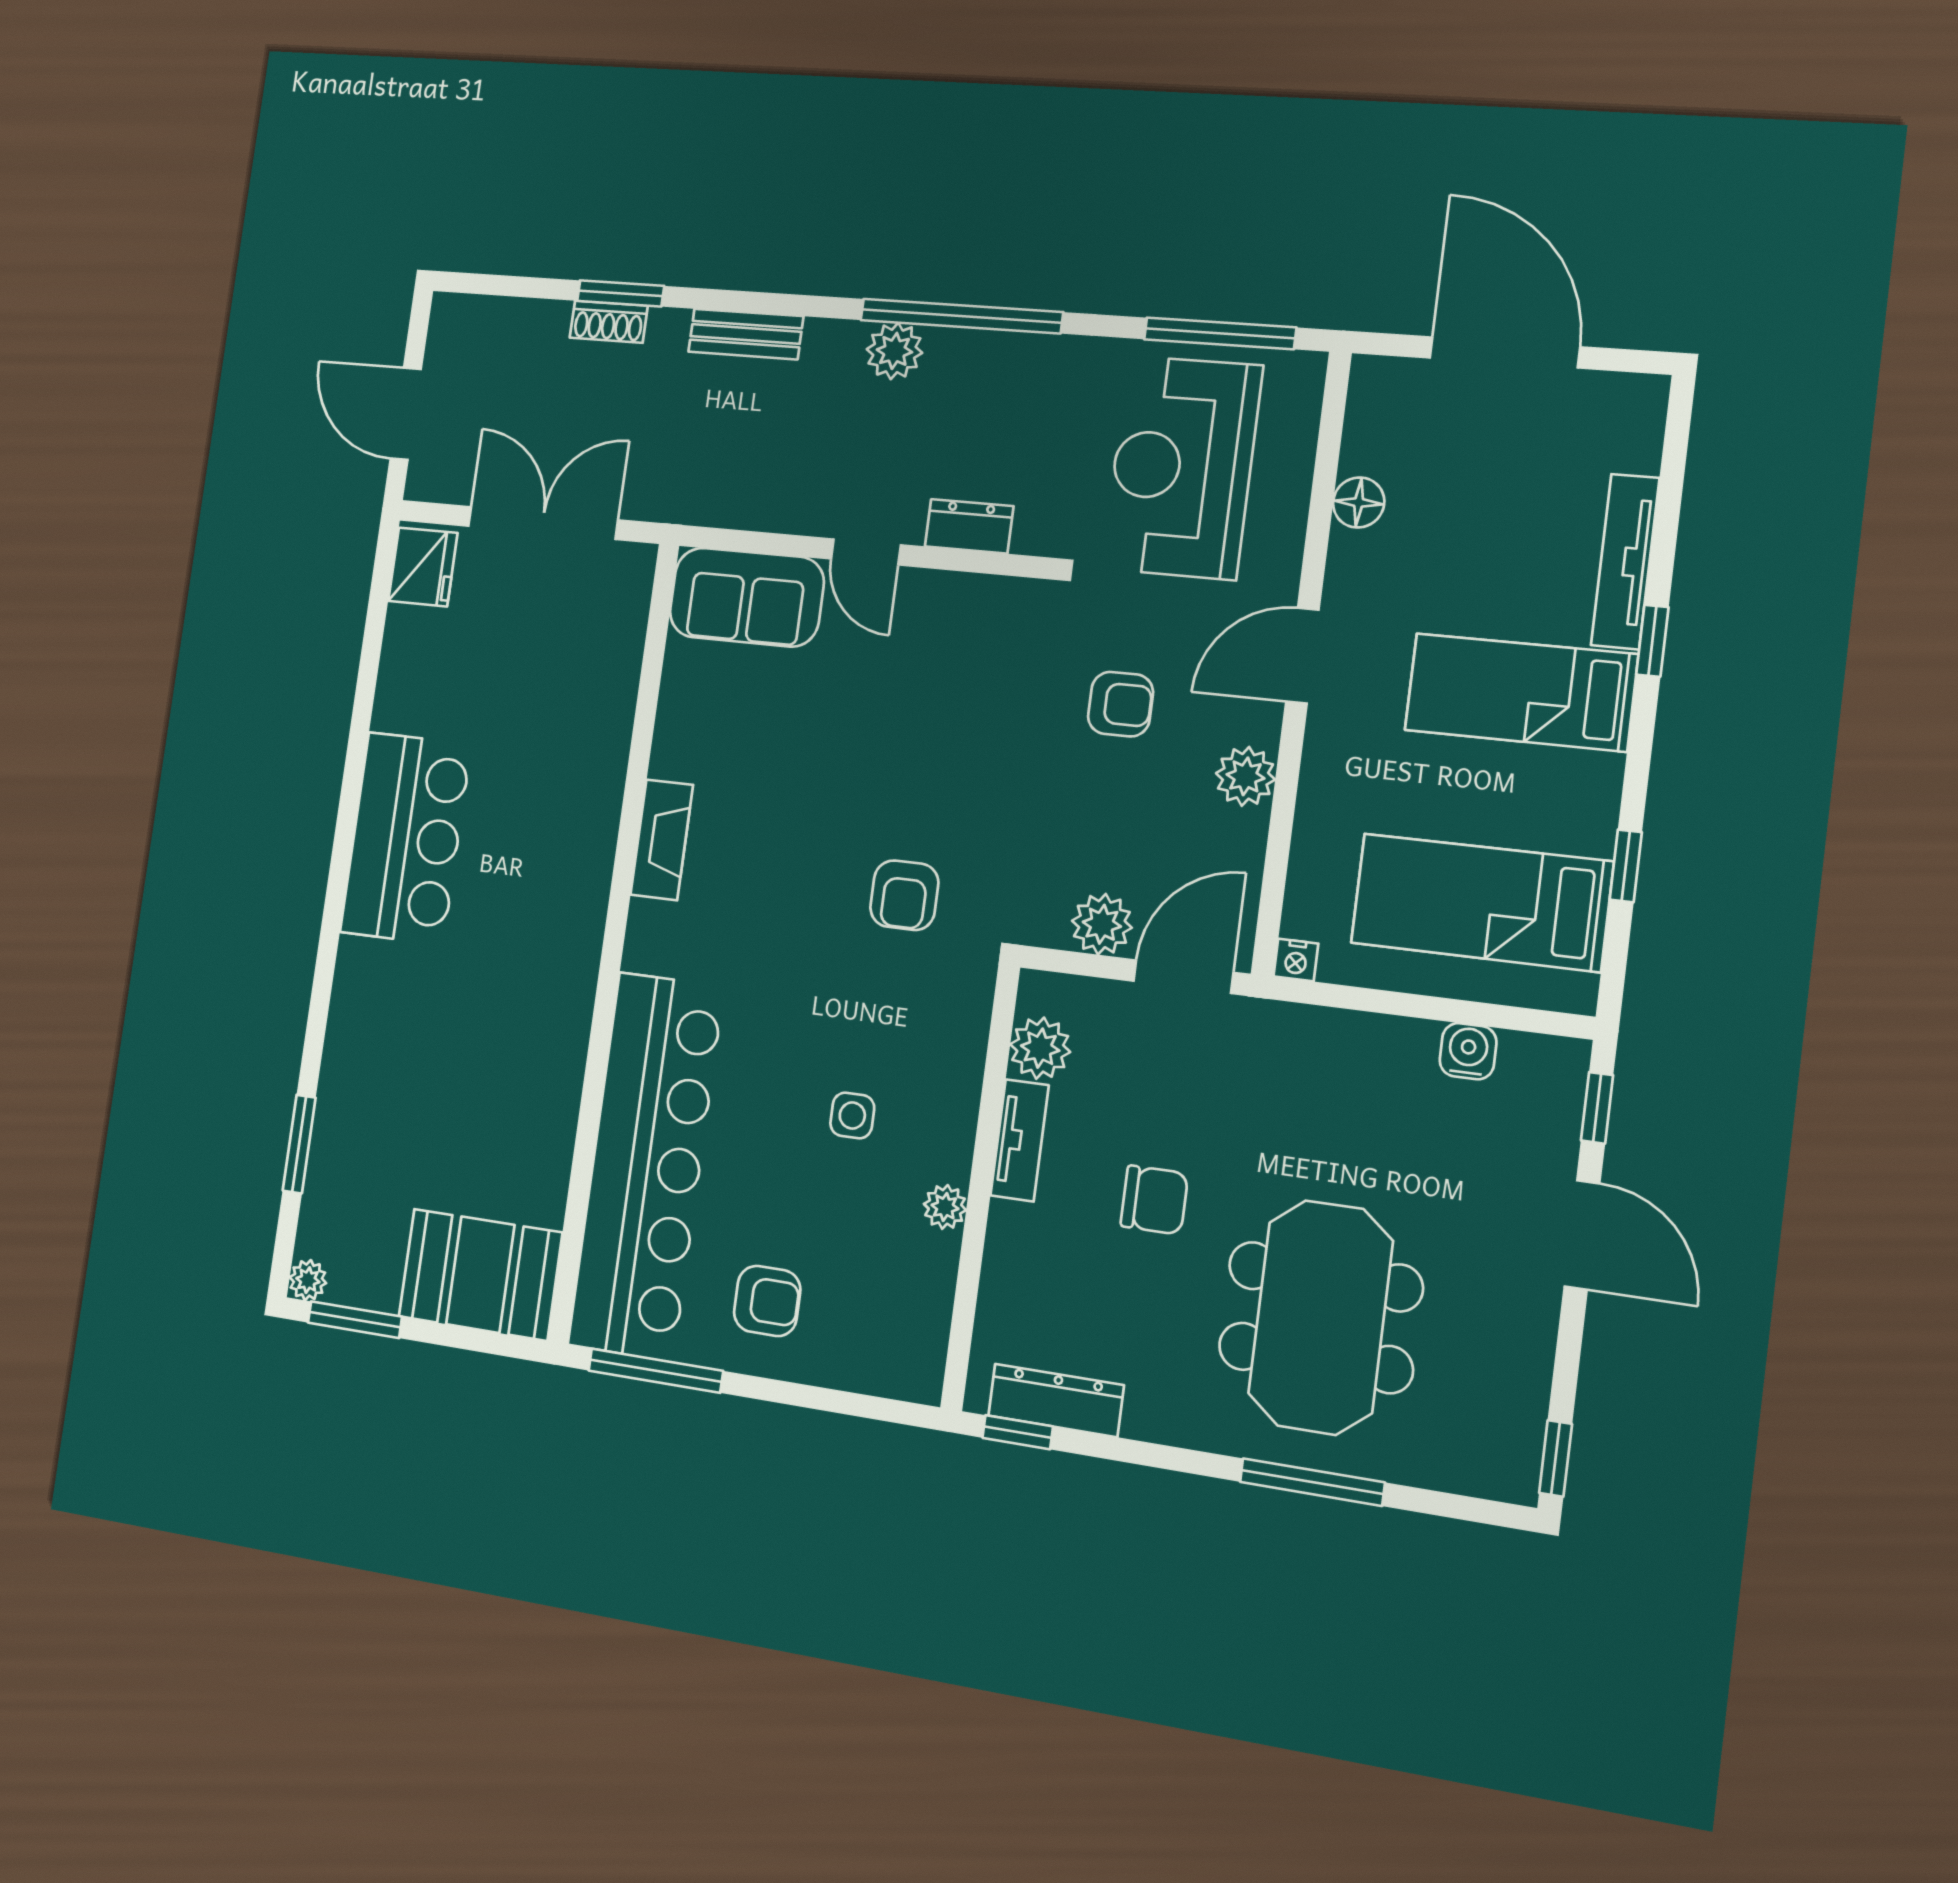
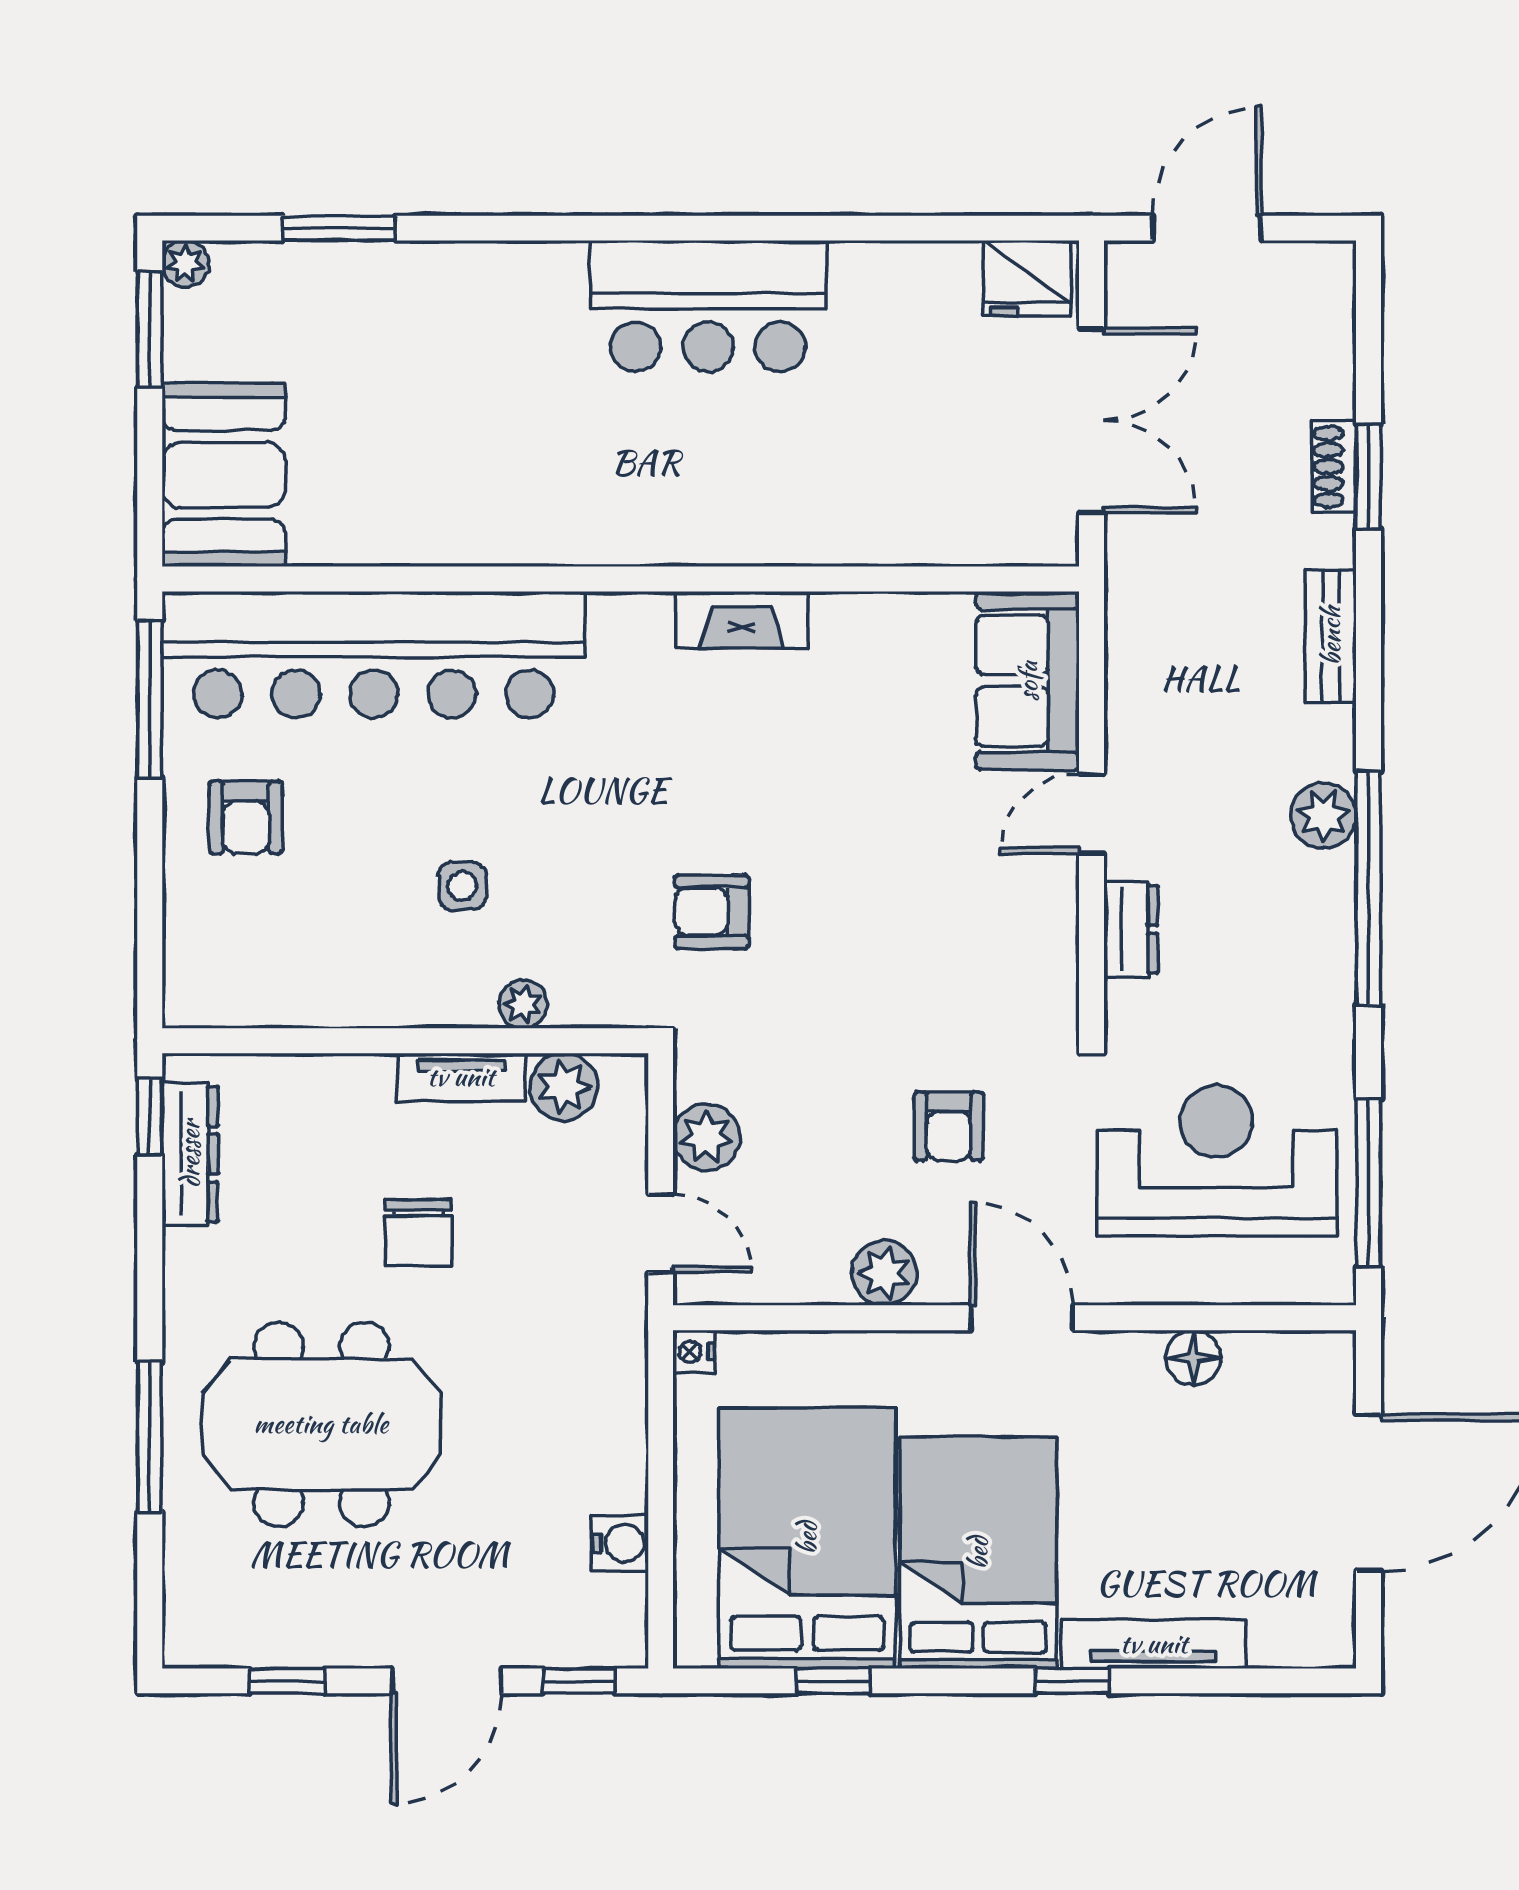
bed: (1521, 692) -> (978, 1553), width x1.50
bed: (1481, 902) -> (807, 1538), width x1.50
door: (1183, 977) -> (661, 1233), width x0.73
plant: (945, 1207) -> (523, 1004), moved
window: (1556, 1458) -> (287, 1681), moved

